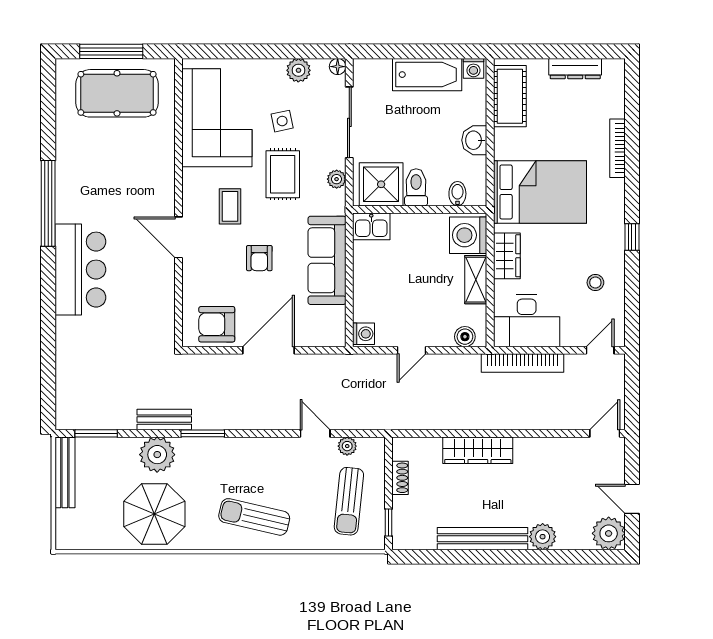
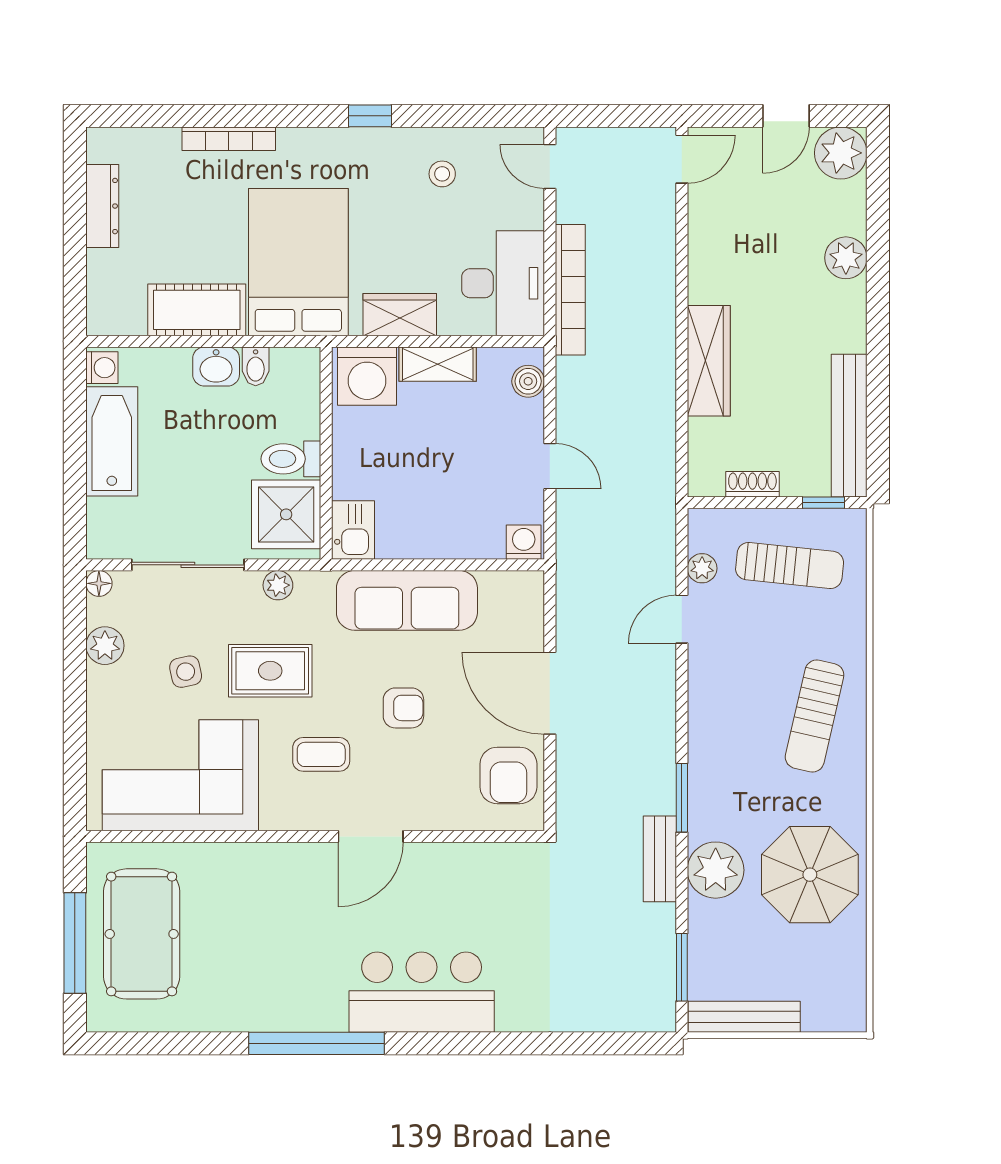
cot: (510, 96) -> (197, 310), moved
bidet: (457, 194) -> (256, 366), moved, turned -90
door: (605, 433) -> (682, 159), swing flipped
bench: (482, 539) -> (849, 426), moved

